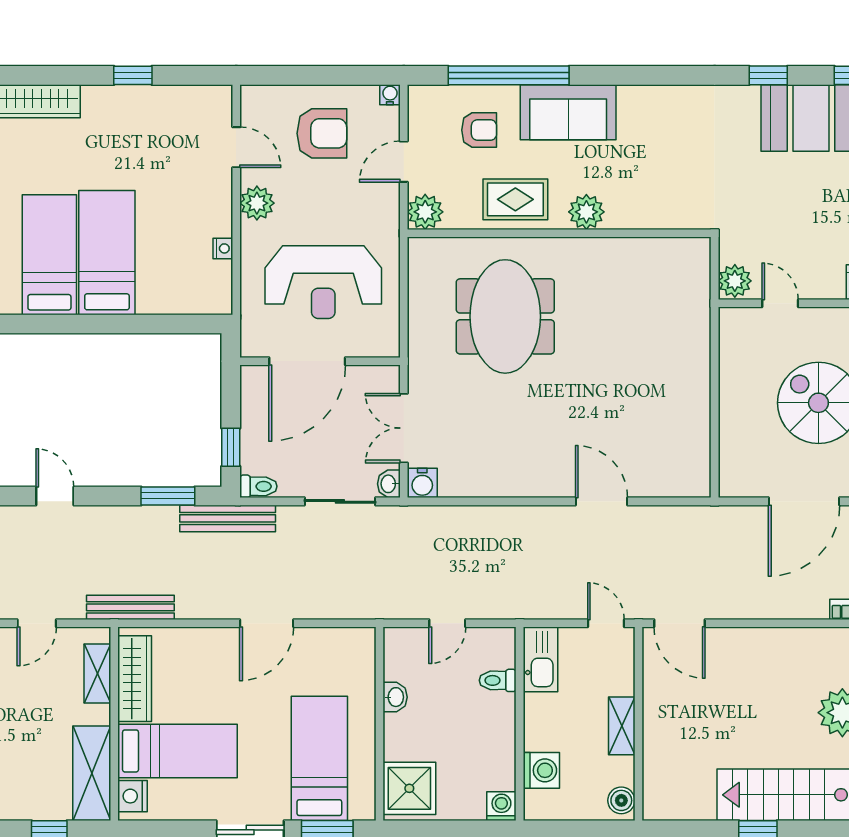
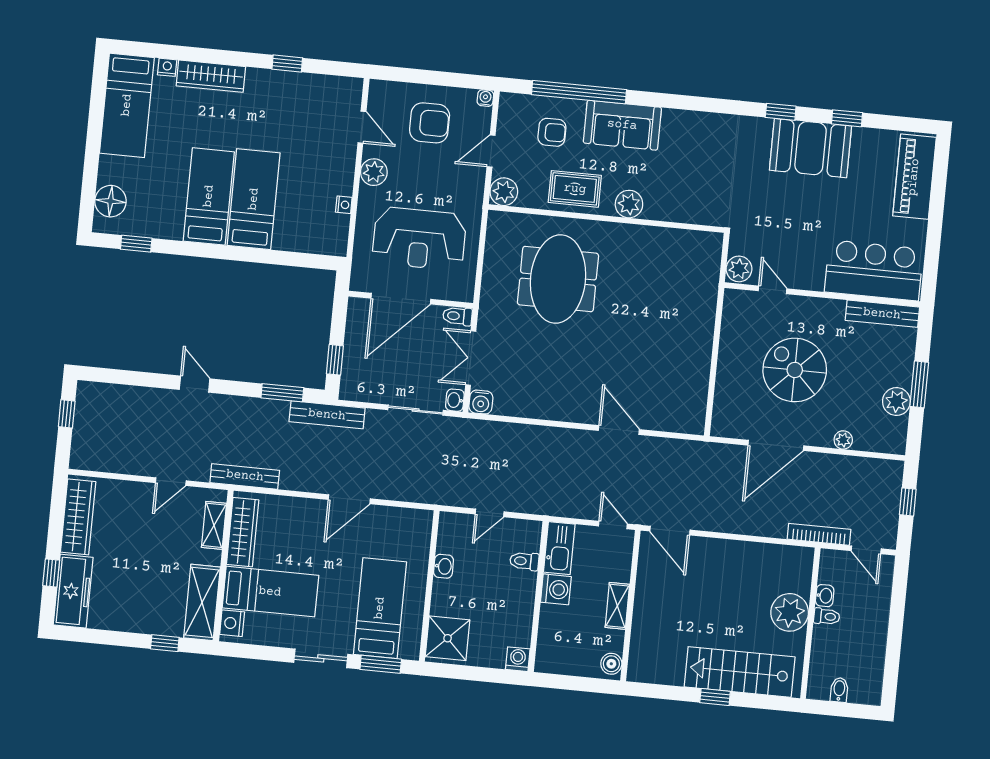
toilet: (258, 486) -> (457, 316), moved, turned 180
washing machine: (541, 770) -> (556, 589), moved

